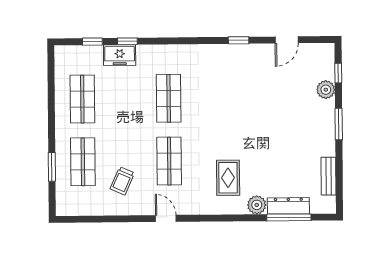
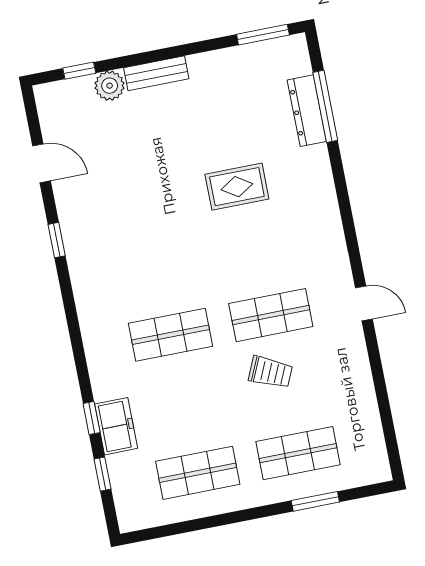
window: (339, 124) -> (263, 35), moved
bench: (328, 176) -> (156, 73), moved
rug: (228, 178) -> (237, 187), moved
trolley: (122, 181) -> (270, 372), moved
plant: (257, 205) -> (315, 162), removed
door: (166, 218) -> (364, 303), swing flipped

